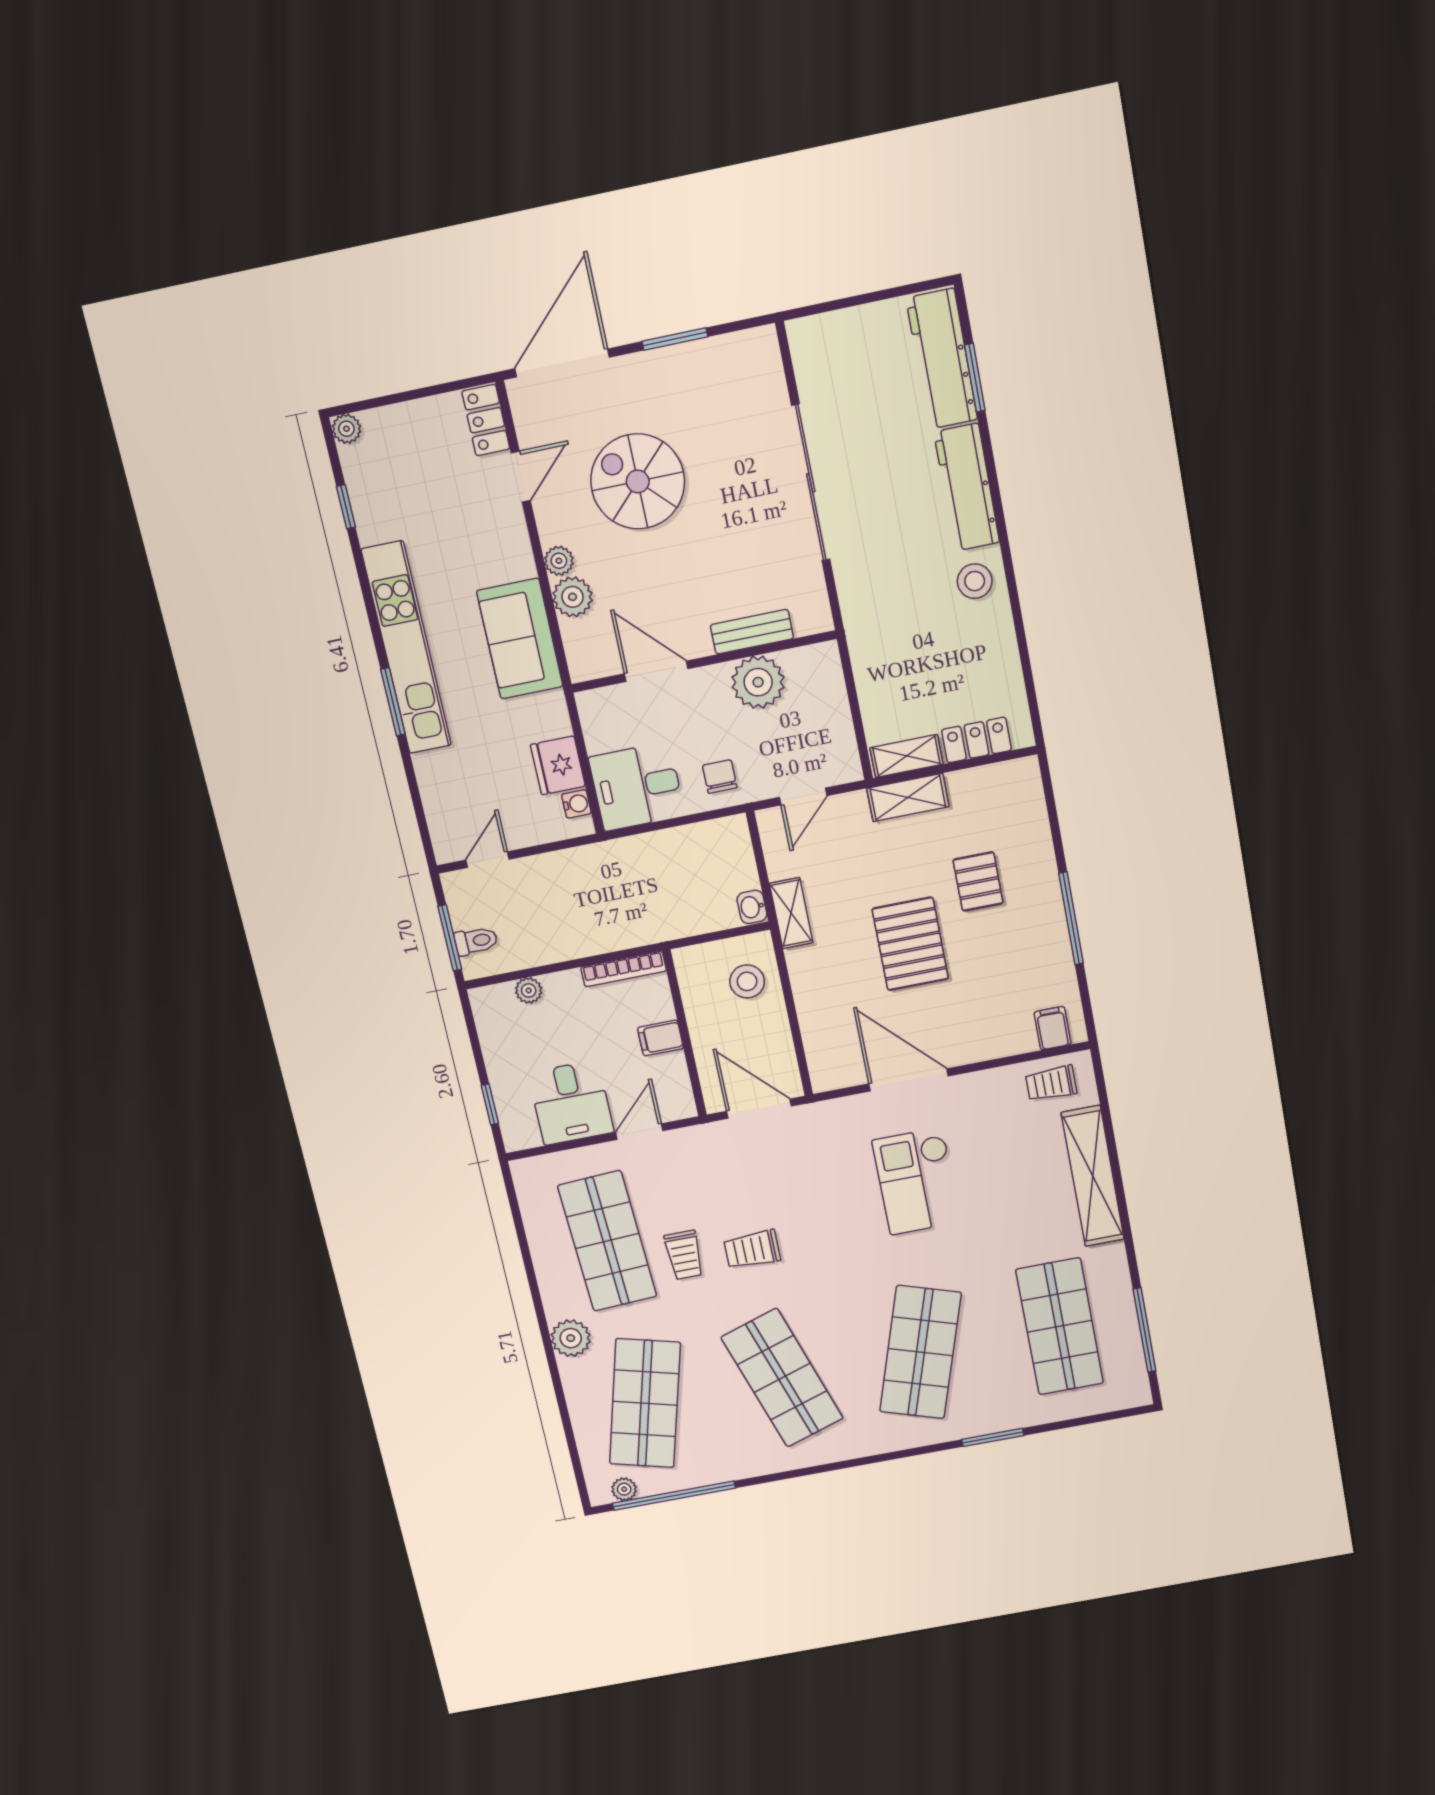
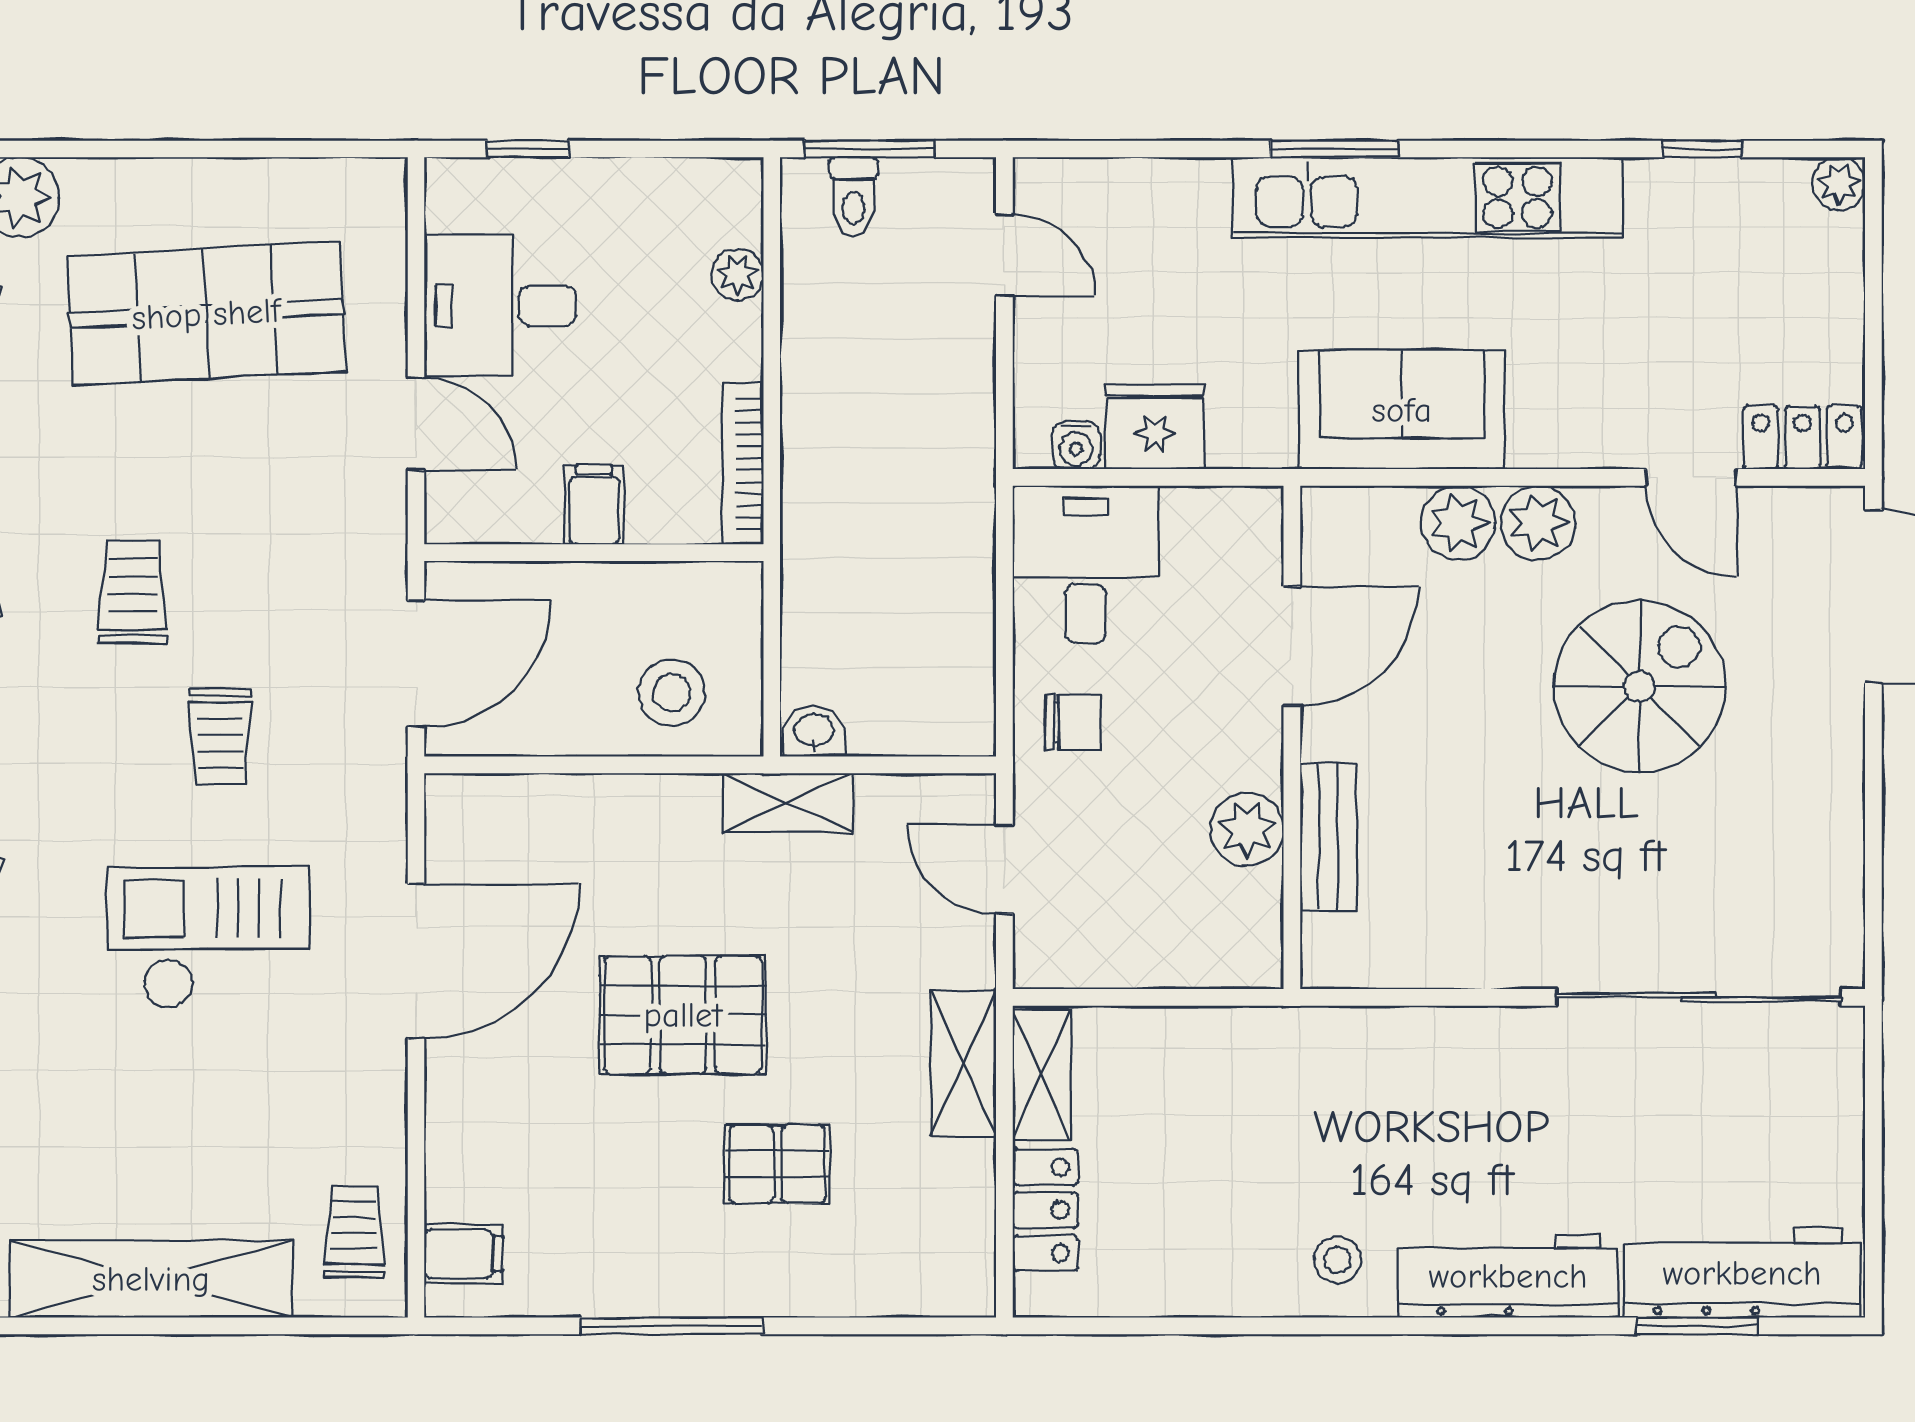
window: (675, 339) -> (1873, 806), removed
sliding door: (811, 483) -> (1699, 997), moved
plant: (559, 561) -> (1538, 523), width x1.38, depth x1.38
stool: (975, 581) -> (1337, 1260), width x0.73, depth x0.73
plant: (758, 682) -> (1247, 829), width x0.73, depth x0.73
trolley: (684, 1255) -> (220, 737), moved, turned -90

